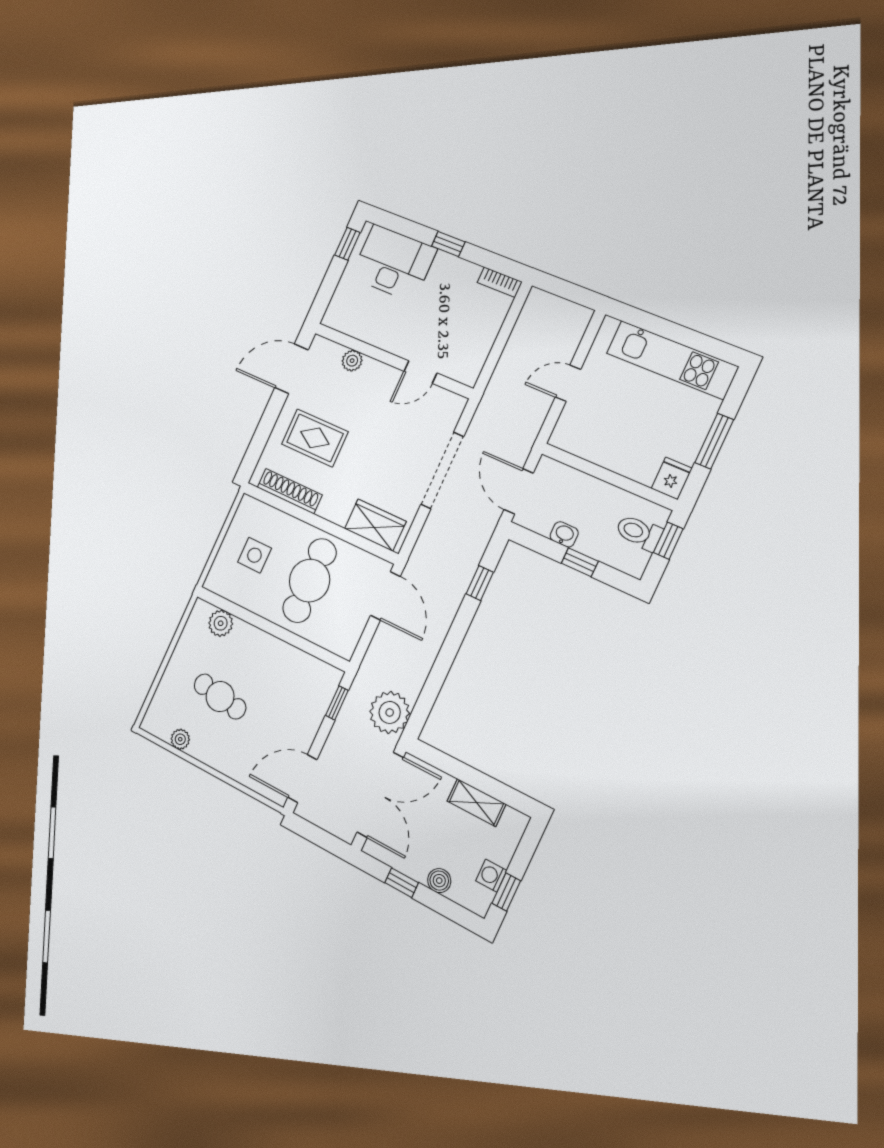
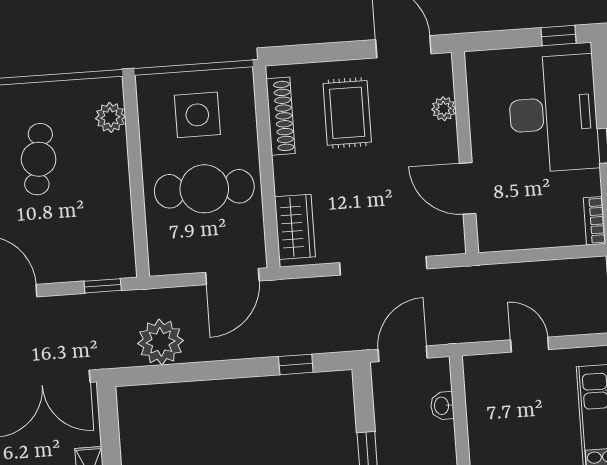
desk: (394, 263) -> (553, 114), width x1.36, depth x1.30
door: (420, 372) -> (468, 188), width x1.37
washbasin: (564, 534) -> (442, 406), moved, turned 180
side table: (254, 555) -> (197, 115), width x1.37, depth x1.37
plant: (390, 712) -> (161, 342), moved

